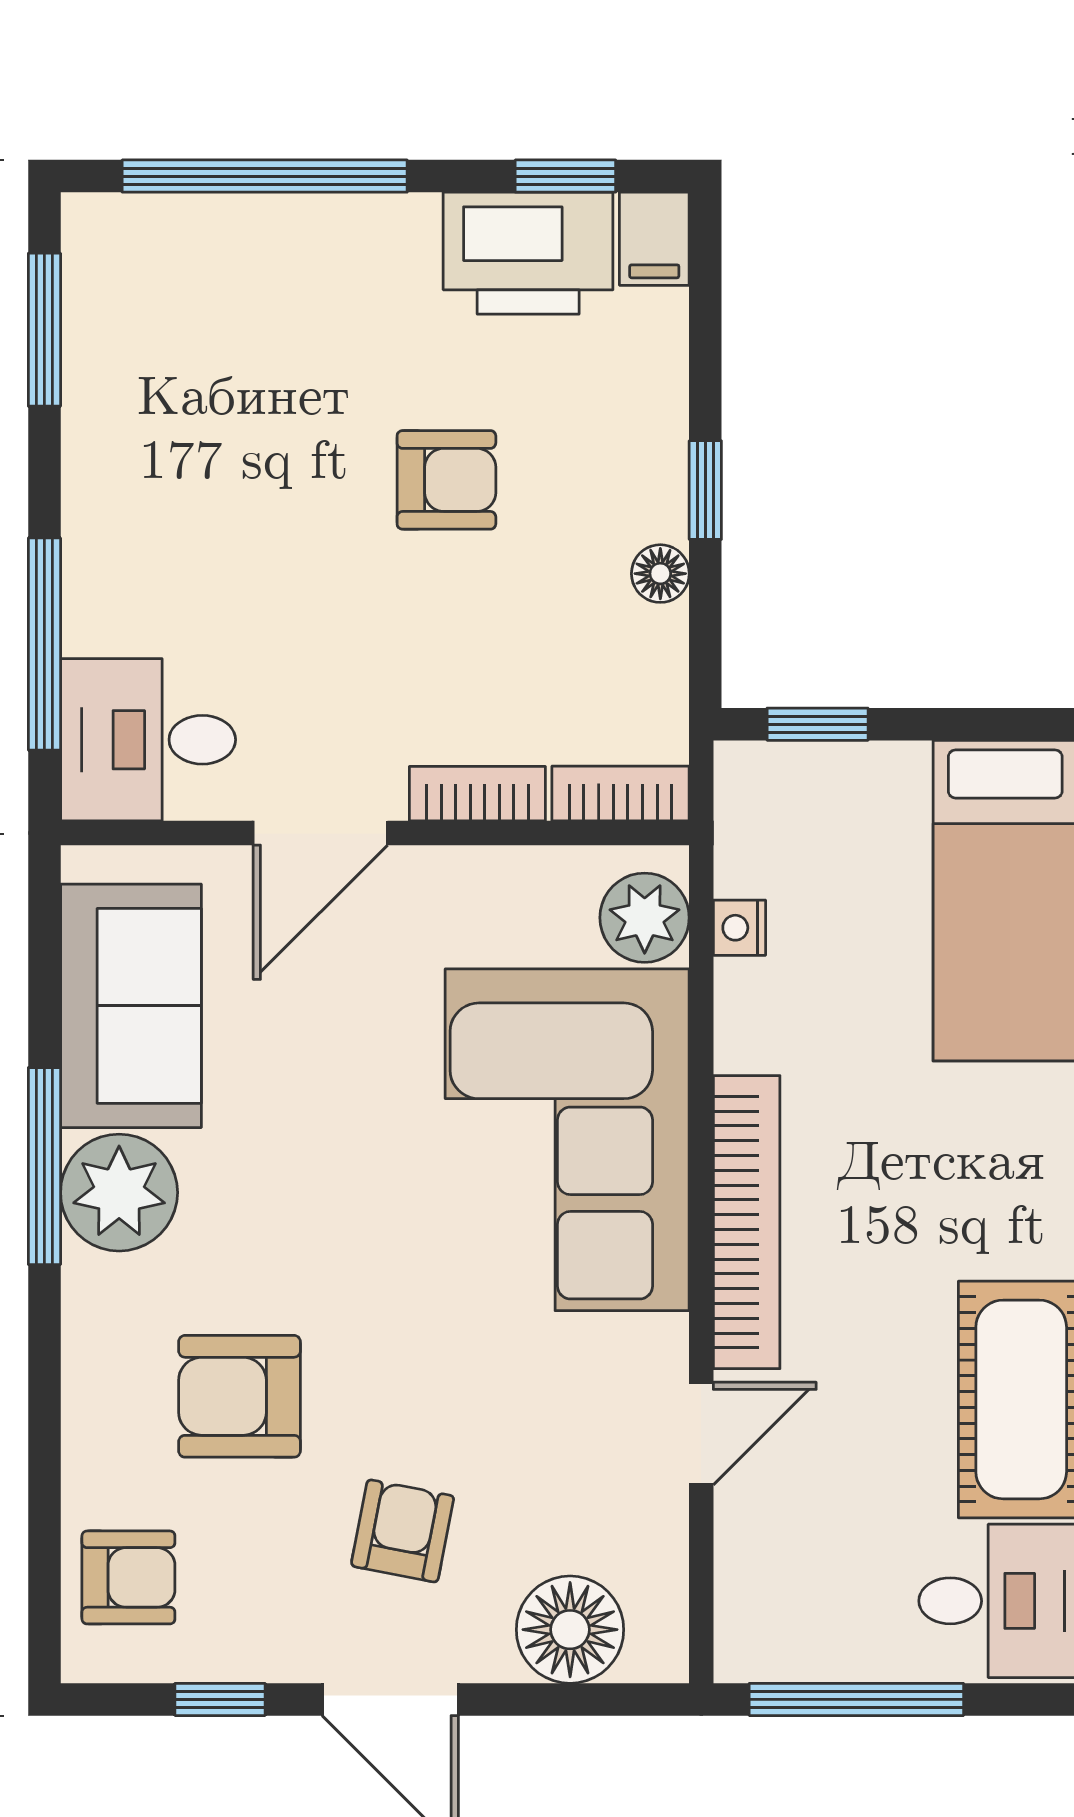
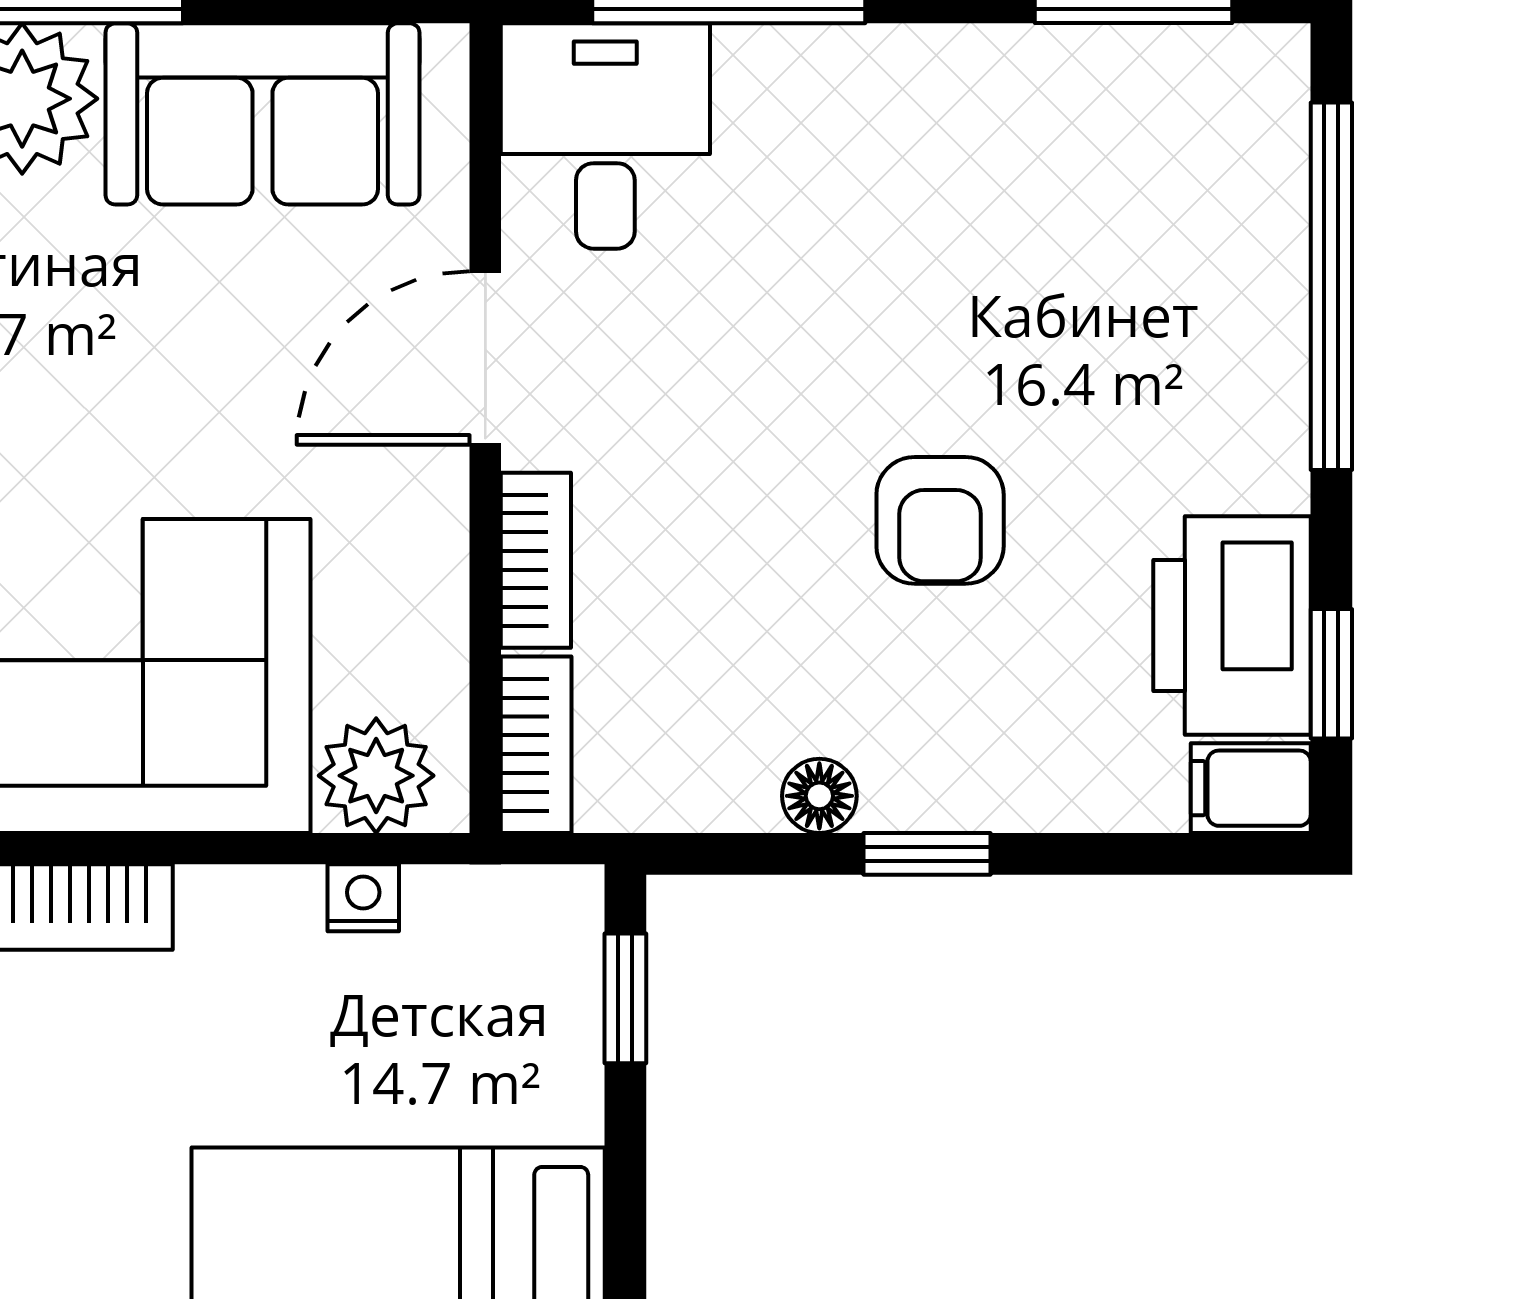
door: (320, 833) -> (485, 358), hinge flipped

